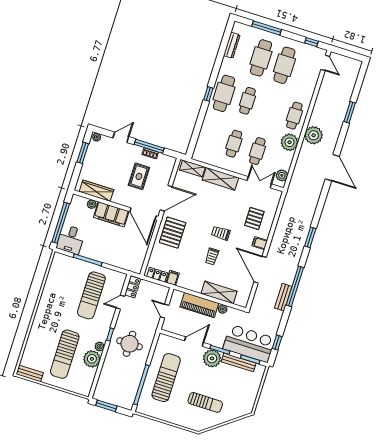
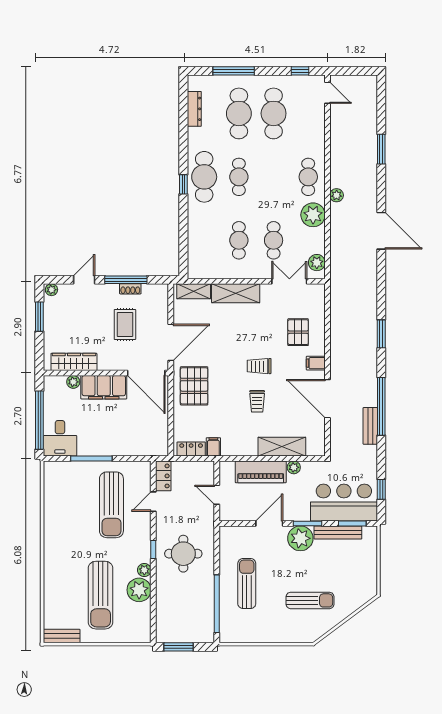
plant: (314, 135) -> (337, 195), width x0.53, depth x0.53
sun lounger: (166, 378) -> (247, 584), width x0.73, depth x0.75

